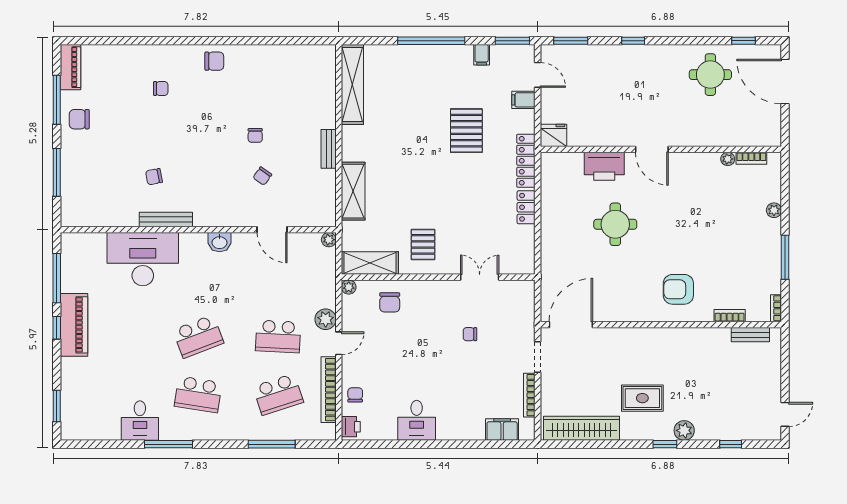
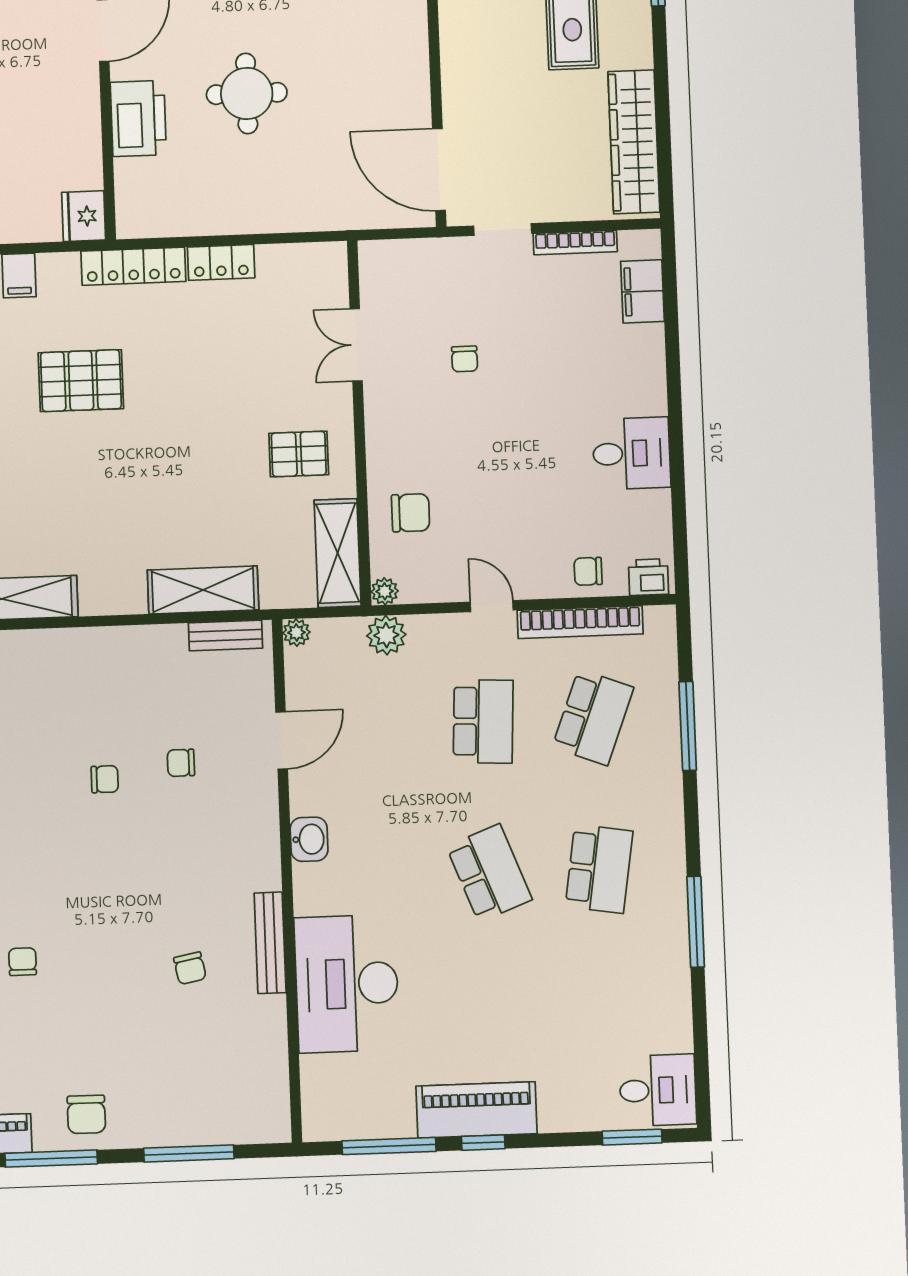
bench: (329, 149) -> (226, 635), moved
chair: (262, 176) -> (181, 763), turned 144
plant: (326, 319) -> (386, 635), moved
school desk: (278, 394) -> (593, 717), turned 39
desk: (140, 421) -> (658, 1090), moved

